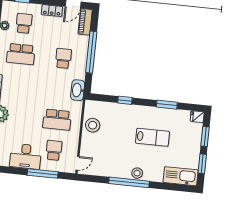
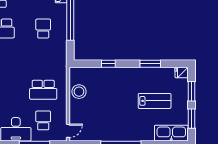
washbasin: (78, 90) -> (61, 58), removed
lab bench: (152, 137) -> (155, 101), moved
stool: (137, 173) -> (128, 134), removed

